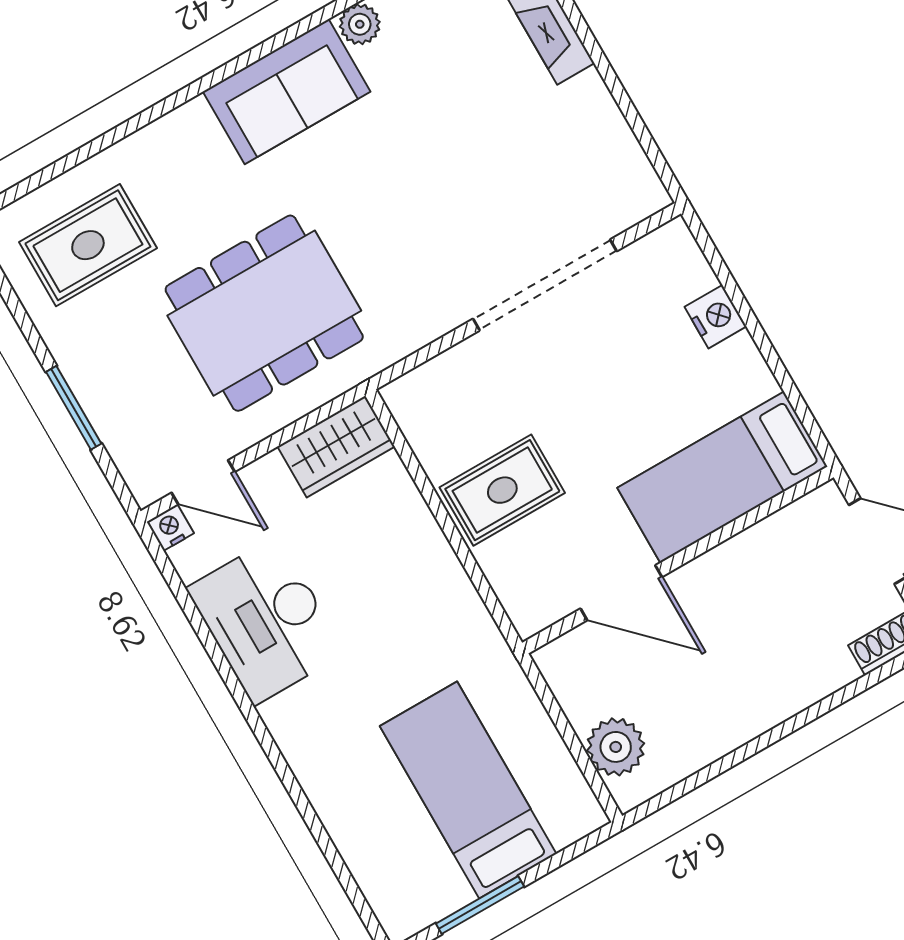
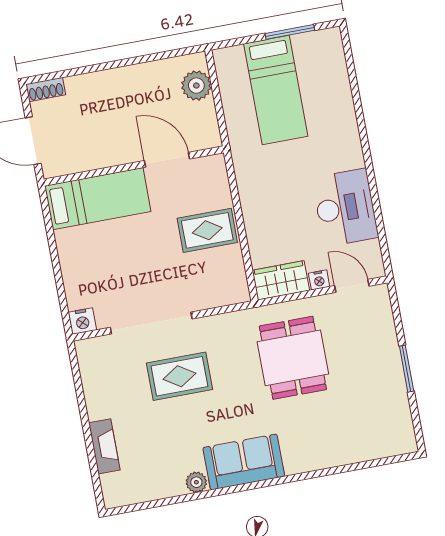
rug: (88, 245) -> (179, 376), moved
dining table: (264, 313) -> (293, 358), width x0.73
nightstand: (715, 317) -> (82, 321), moved, turned -90
window: (74, 408) -> (407, 369), moved
nightstand: (170, 528) -> (319, 280), moved

